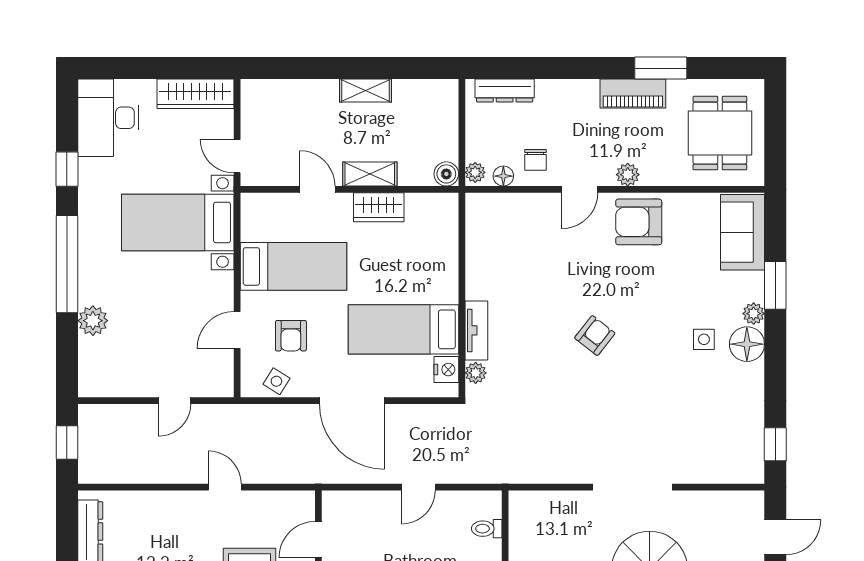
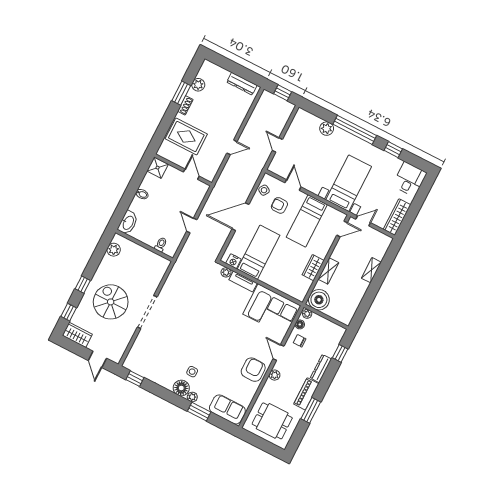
window: (519, 68) -> (340, 353), added
dresser: (505, 90) -> (321, 369), moved
shelving: (366, 91) -> (371, 270), moved
desk: (108, 118) -> (410, 179), width x0.73
boiler: (446, 174) -> (319, 300), width x1.86, depth x1.86
door: (317, 189) -> (342, 229), moved
corner sofa: (503, 246) -> (272, 310), added
armchair: (595, 336) -> (216, 328), removed

